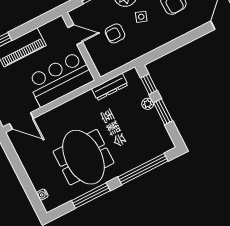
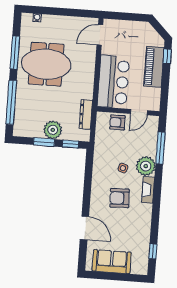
armchair: (115, 33) -> (117, 122), moved, turned -90
plant: (148, 104) -> (53, 130), width x1.88, depth x1.88

